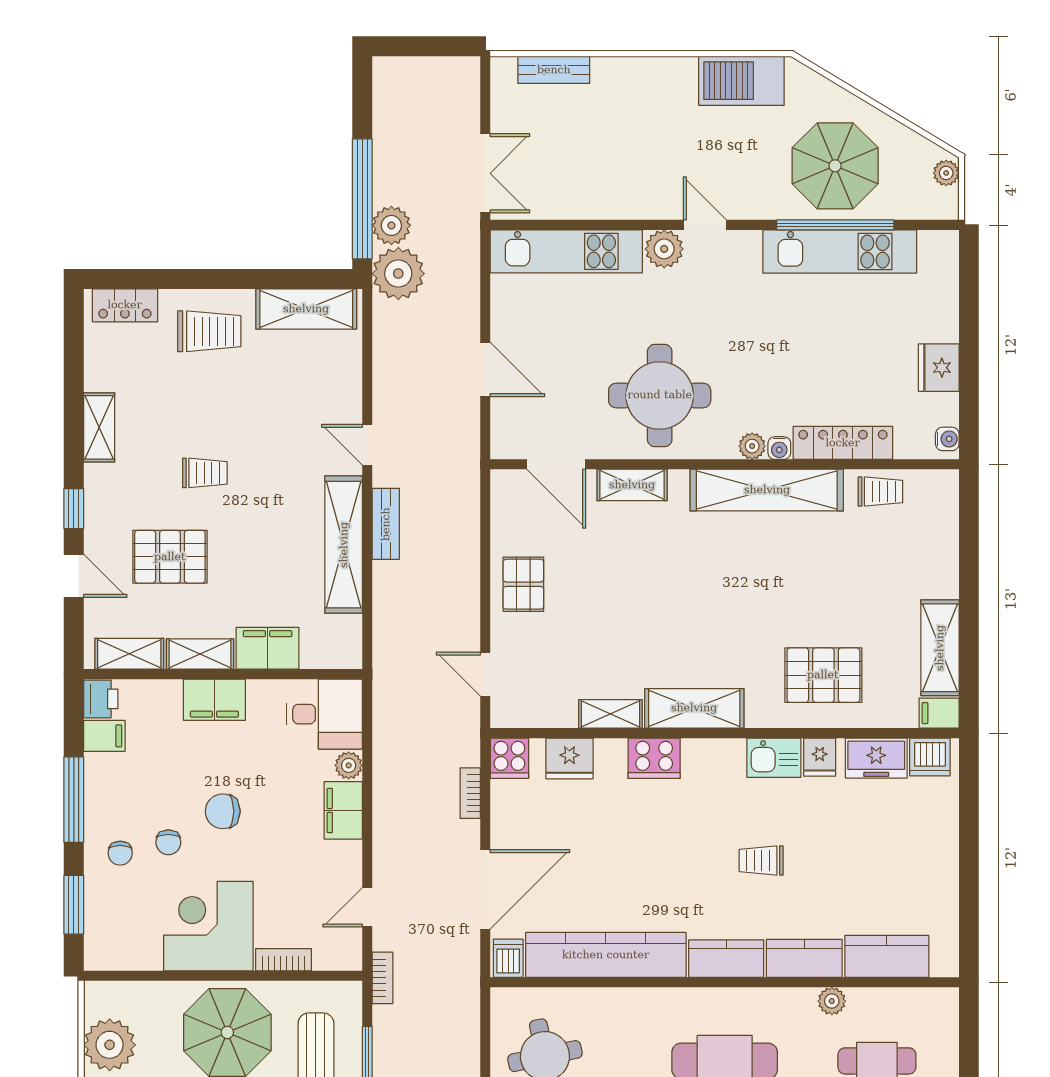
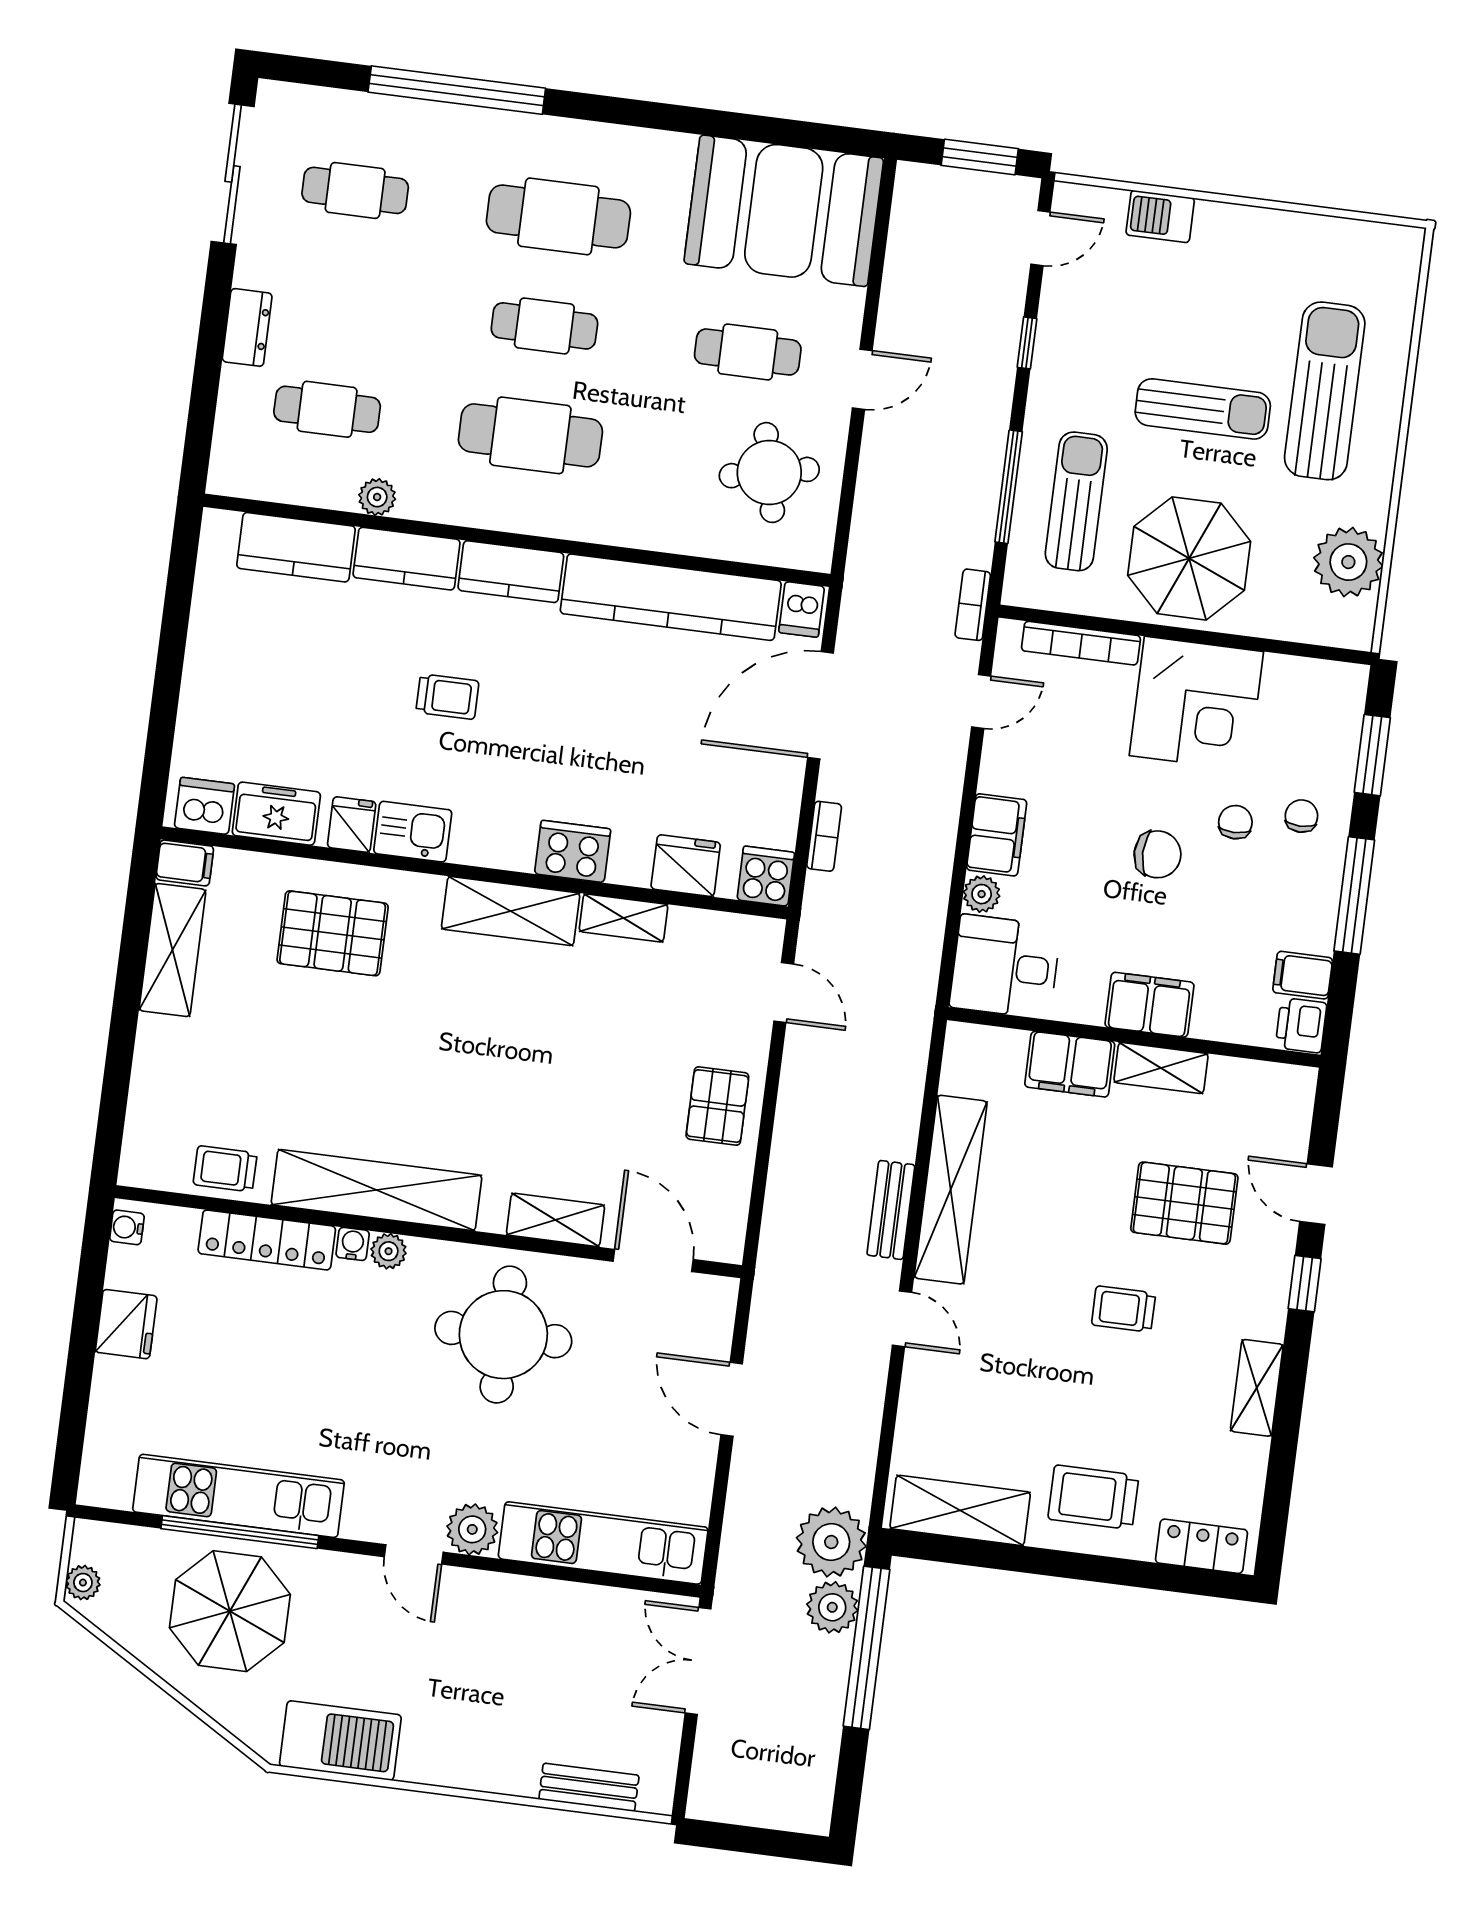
shelving: (129, 654) -> (1255, 1081), removed
bookcase: (283, 960) -> (1081, 643), width x1.56

